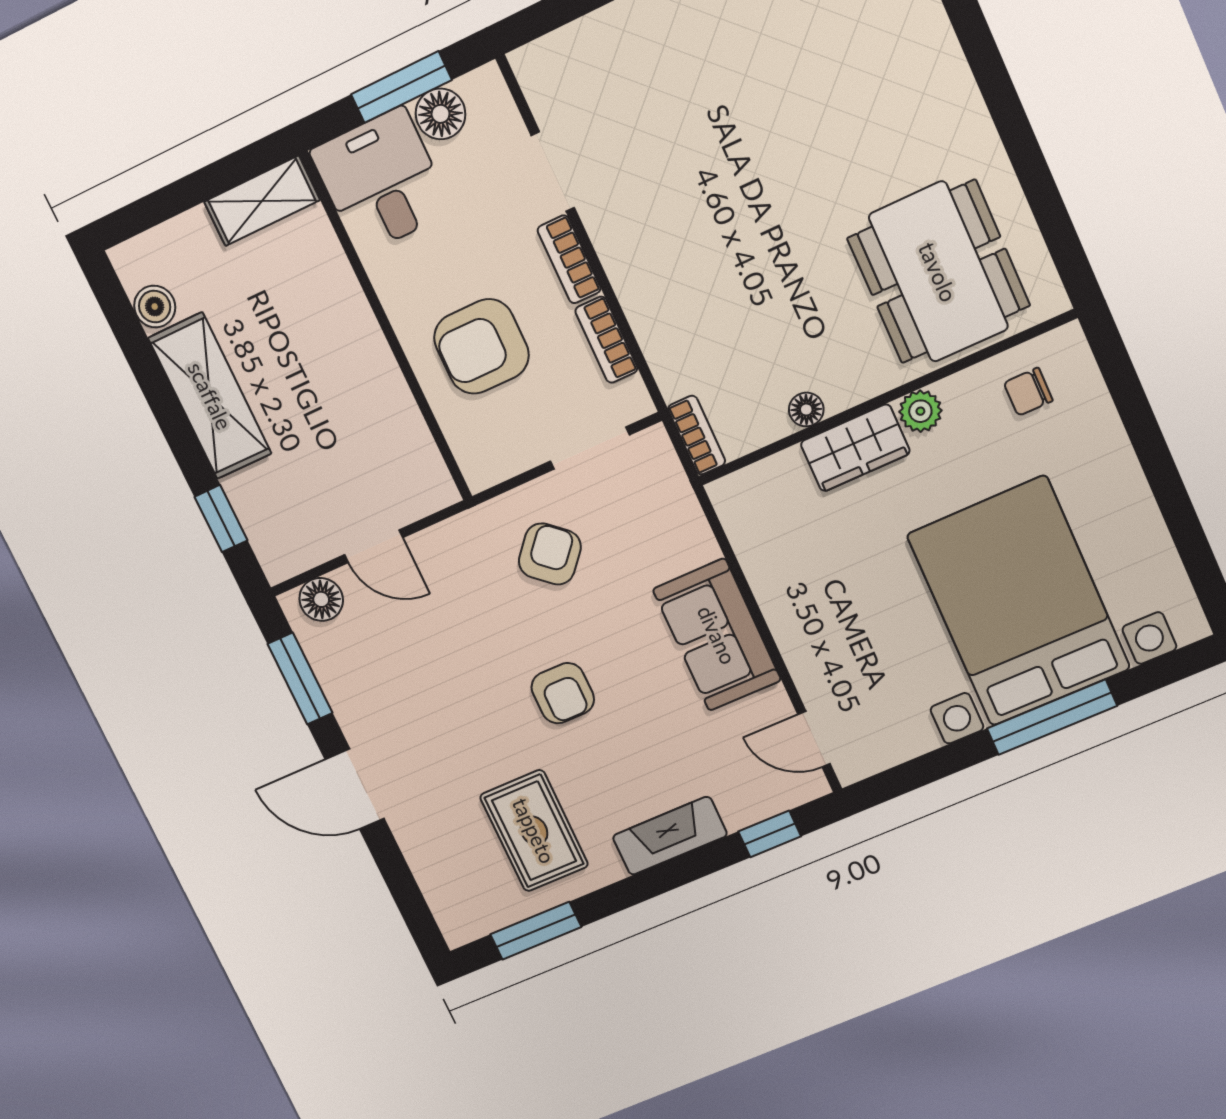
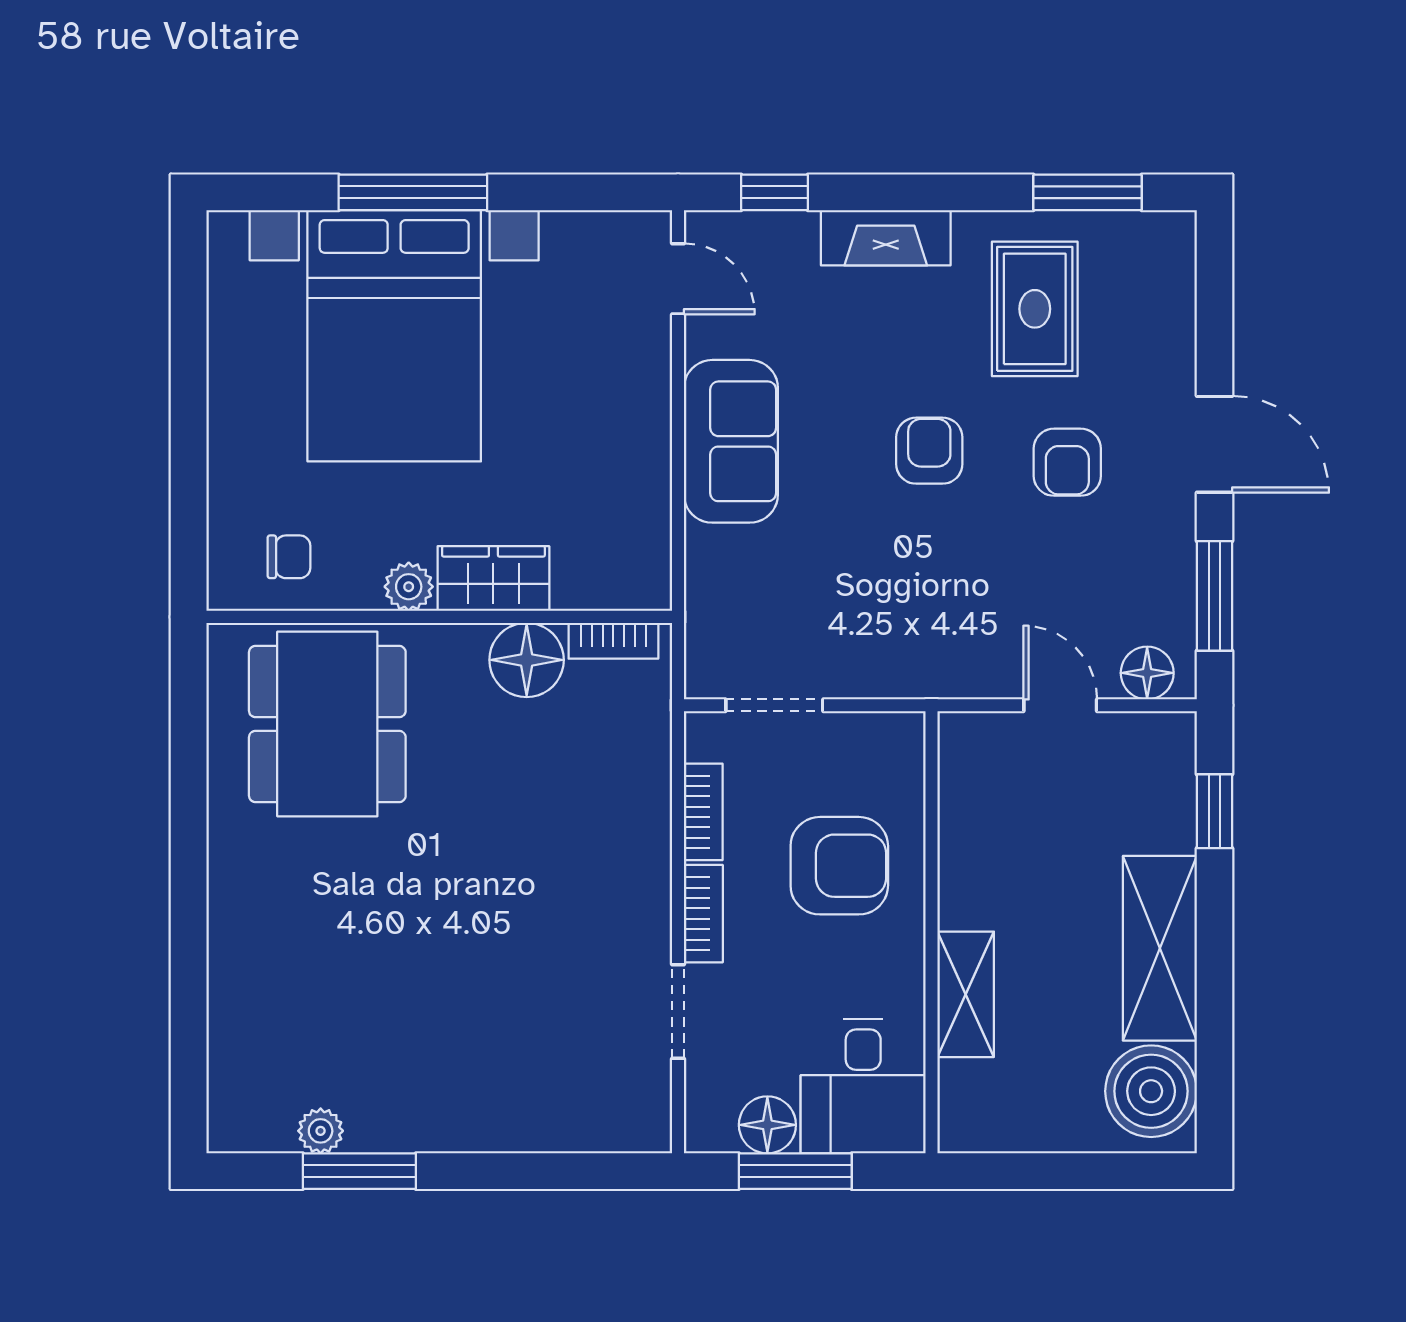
shelving: (262, 201) -> (966, 994), moved, turned 90
boiler: (155, 307) -> (1151, 1091), width x1.86, depth x1.86
floor lamp: (806, 410) -> (527, 660), width x1.89, depth x1.89
bookcase: (697, 435) -> (613, 641), moved, turned -90
armchair: (550, 554) -> (1067, 462), moved, turned -41

